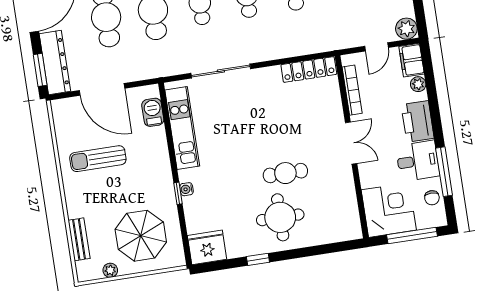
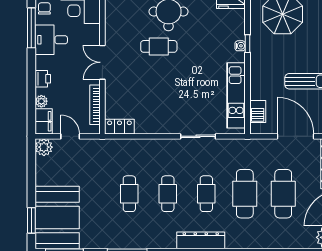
door: (376, 47) -> (70, 136), hinge flipped
locker: (309, 70) -> (119, 127), width x0.66
sliding door: (221, 71) -> (198, 136), width x0.73
printer: (418, 121) -> (43, 79), width x0.53, depth x0.68

